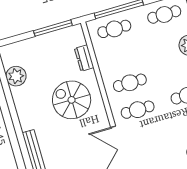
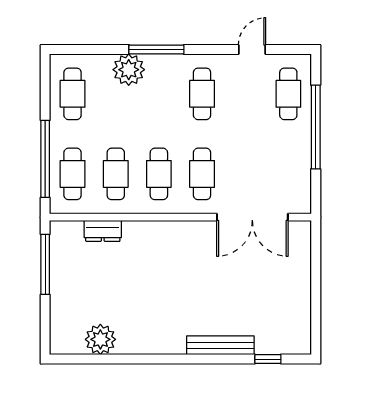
cafe table: (122, 56) -> (116, 174), added
spiral stairs: (72, 100) -> (159, 267), removed

